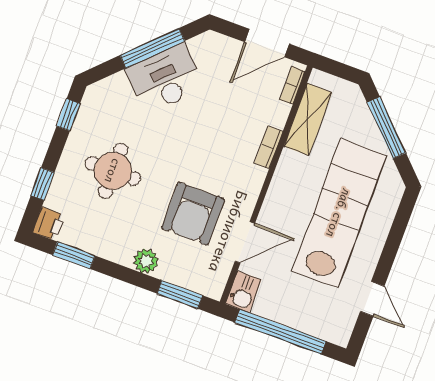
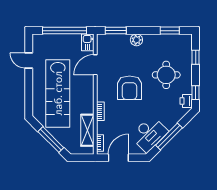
desk: (165, 79) -> (149, 134), moved
armchair: (193, 214) -> (130, 88), moved, turned 180
printer: (49, 224) -> (186, 101), moved

